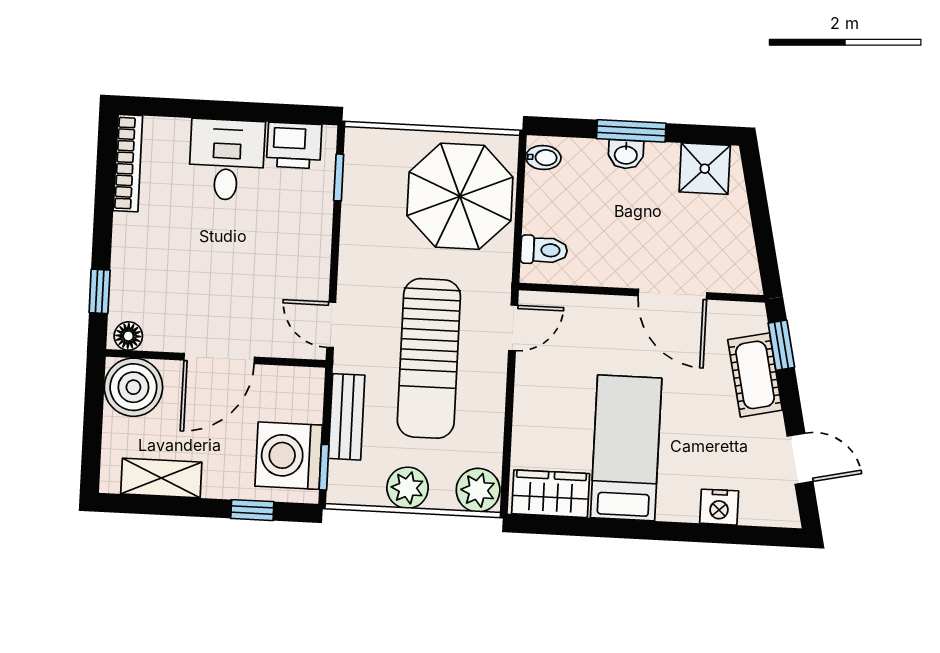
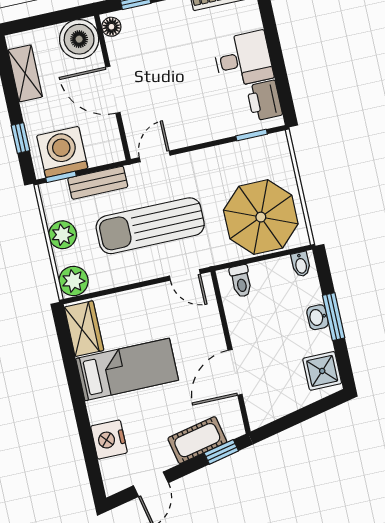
nightstand: (719, 507) -> (109, 440), width x1.36, depth x1.33

